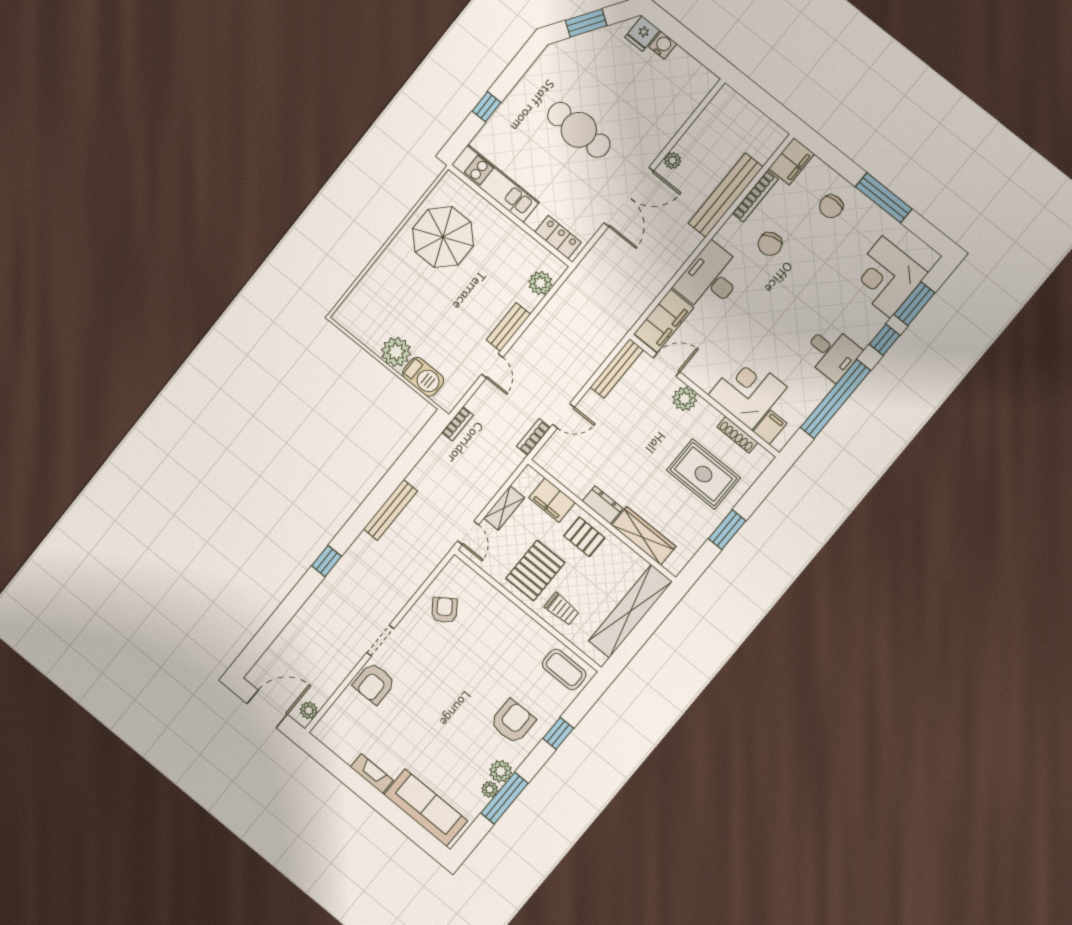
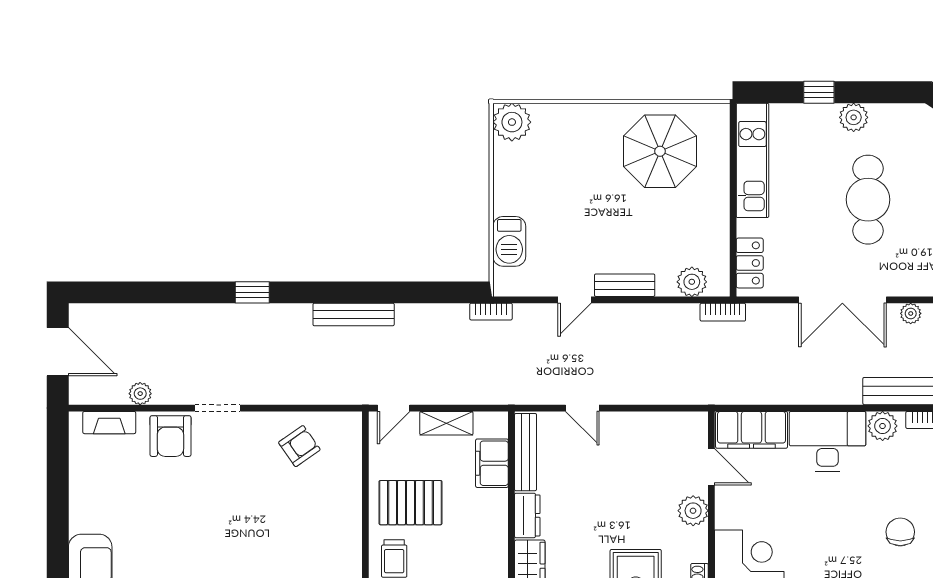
plant: (520, 97) -> (854, 117), added
plant: (729, 236) -> (883, 426), added
chair: (770, 244) -> (900, 532), moved, turned 107
plant: (396, 352) -> (512, 122), moved
bench: (617, 368) -> (525, 452), moved, turned 90
bookcase: (534, 437) -> (723, 312), moved, turned 180
pallet: (584, 537) -> (482, 523), removed
armchair: (374, 683) -> (170, 436), turned -90
plant: (309, 710) -> (140, 394), moved
fireplace: (372, 774) -> (109, 423), moved, turned 90

